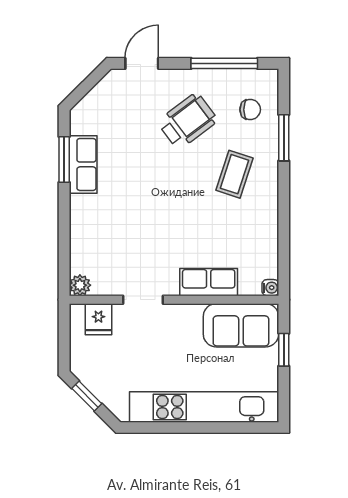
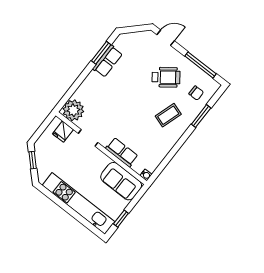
plant: (80, 285) -> (73, 110), width x1.88, depth x1.88
window: (284, 350) -> (121, 219), moved

